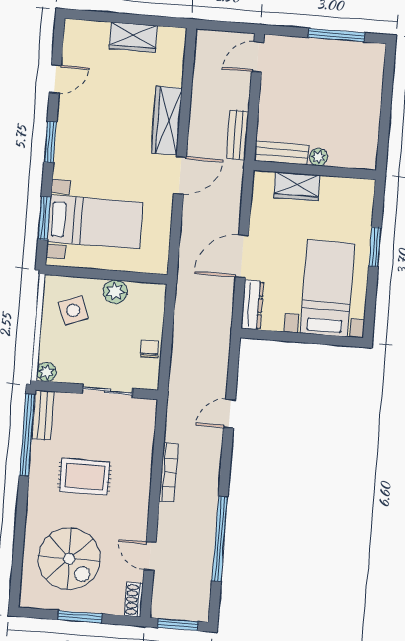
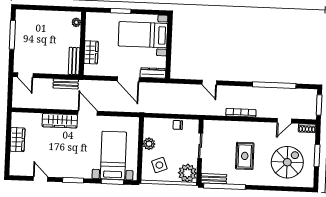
plant: (318, 157) -> (76, 22), moved
plant: (46, 372) -> (187, 173), width x1.87, depth x1.87

